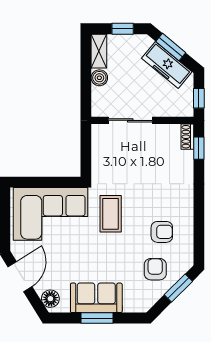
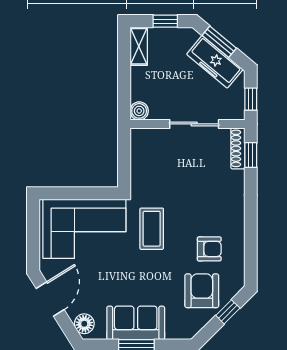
boiler: (99, 78) -> (139, 111), moved
sliding door: (130, 120) -> (194, 124), moved
shoe rack: (187, 137) -> (238, 148), width x1.43
armchair: (155, 269) -> (202, 291), width x1.38, depth x1.38
window: (178, 288) -> (228, 312), width x0.67

